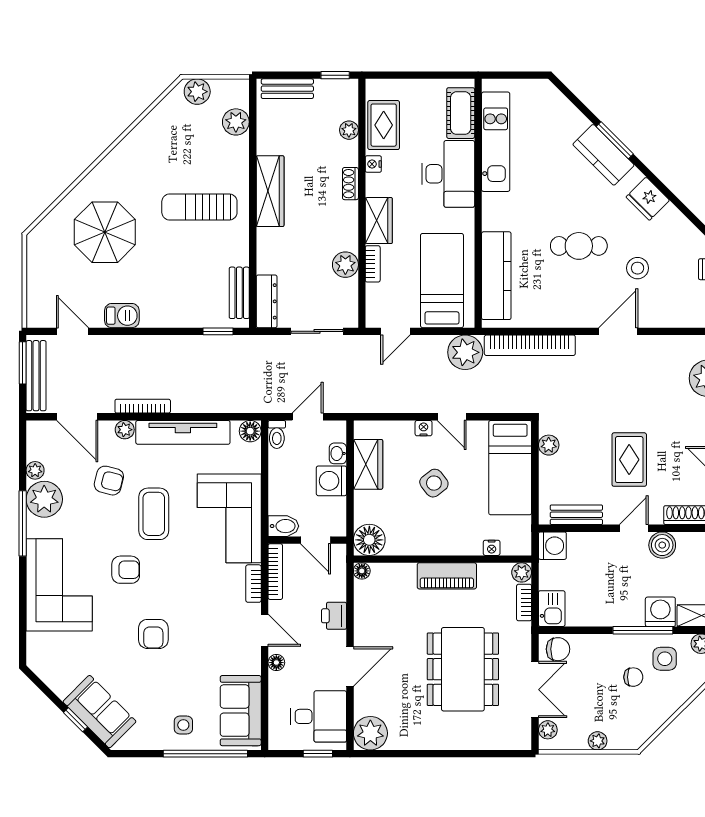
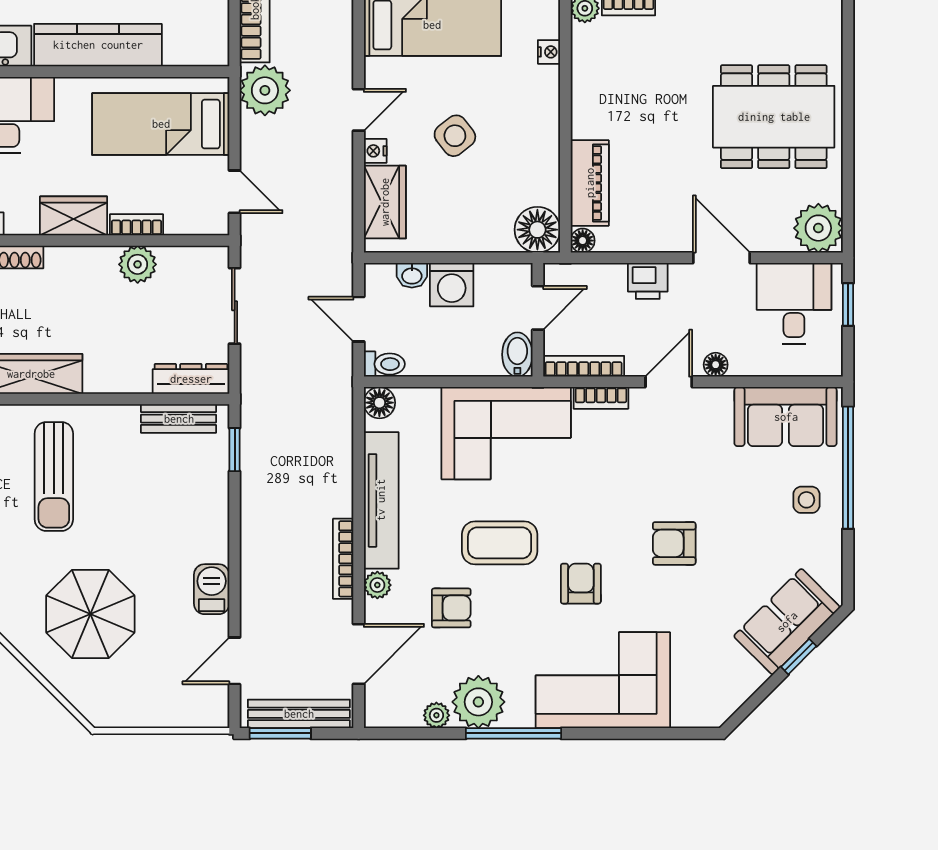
kitchen counter: (496, 276) -> (98, 45), moved
wardrobe: (368, 464) -> (385, 202), moved, turned 90
armchair: (109, 481) -> (451, 608), turned 76
piano: (447, 576) -> (590, 183), moved
armchair: (153, 634) -> (674, 543), turned 180
dining table: (463, 669) -> (774, 117), moved

